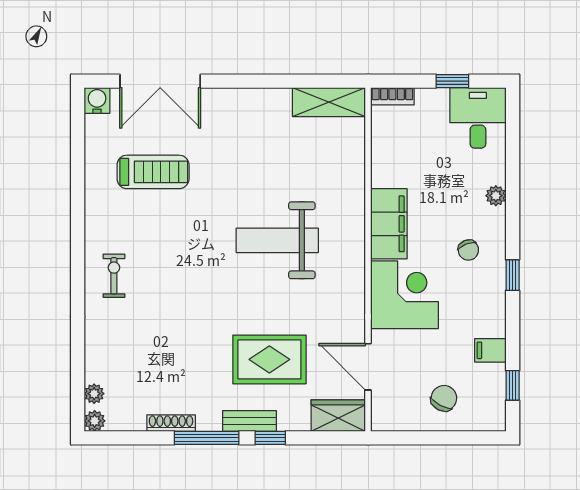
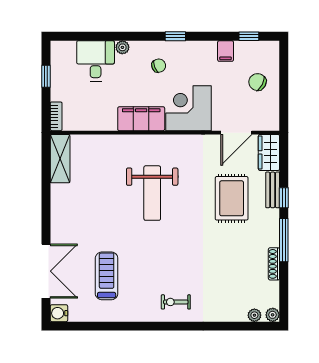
desk: (478, 118) -> (96, 61), moved, turned 90
bench: (250, 421) -> (273, 190), moved

